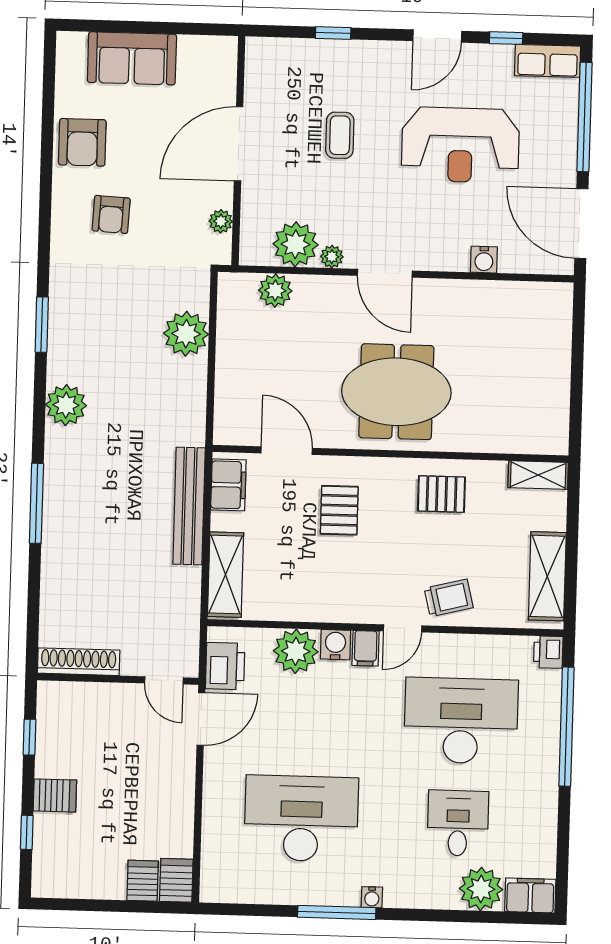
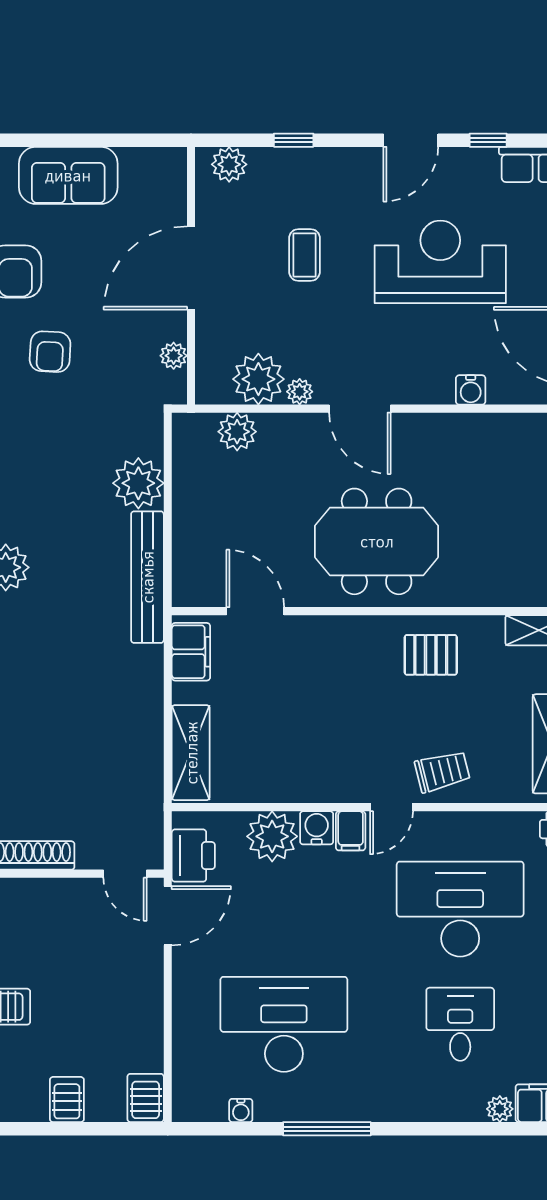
plant: (275, 53) -> (229, 164), added
reception desk: (460, 145) -> (440, 262), turned 180
bench: (189, 506) -> (147, 577), moved
pallet: (339, 510) -> (316, 677), removed
server rack: (143, 881) -> (67, 1100), moved
plant: (481, 889) -> (500, 1109), width x0.53, depth x0.53
water cooler: (372, 897) -> (241, 1110), moved

